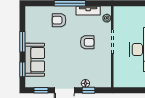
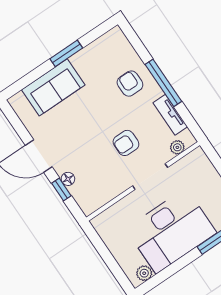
armchair: (87, 42) -> (126, 143), turned 90
window: (22, 69) -> (28, 79), removed
window: (41, 90) -> (17, 124), removed

